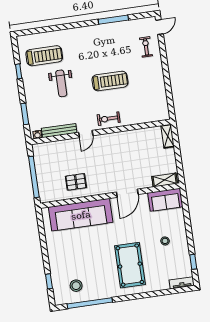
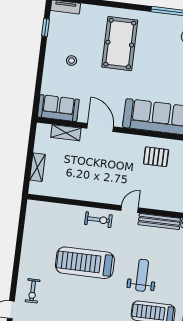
treadmill: (110, 81) -> (85, 263), width x1.37, depth x1.38
shelving: (168, 136) -> (37, 167), moved
shelving: (165, 180) -> (66, 133), moved
door: (127, 193) -> (100, 128), hinge flipped

